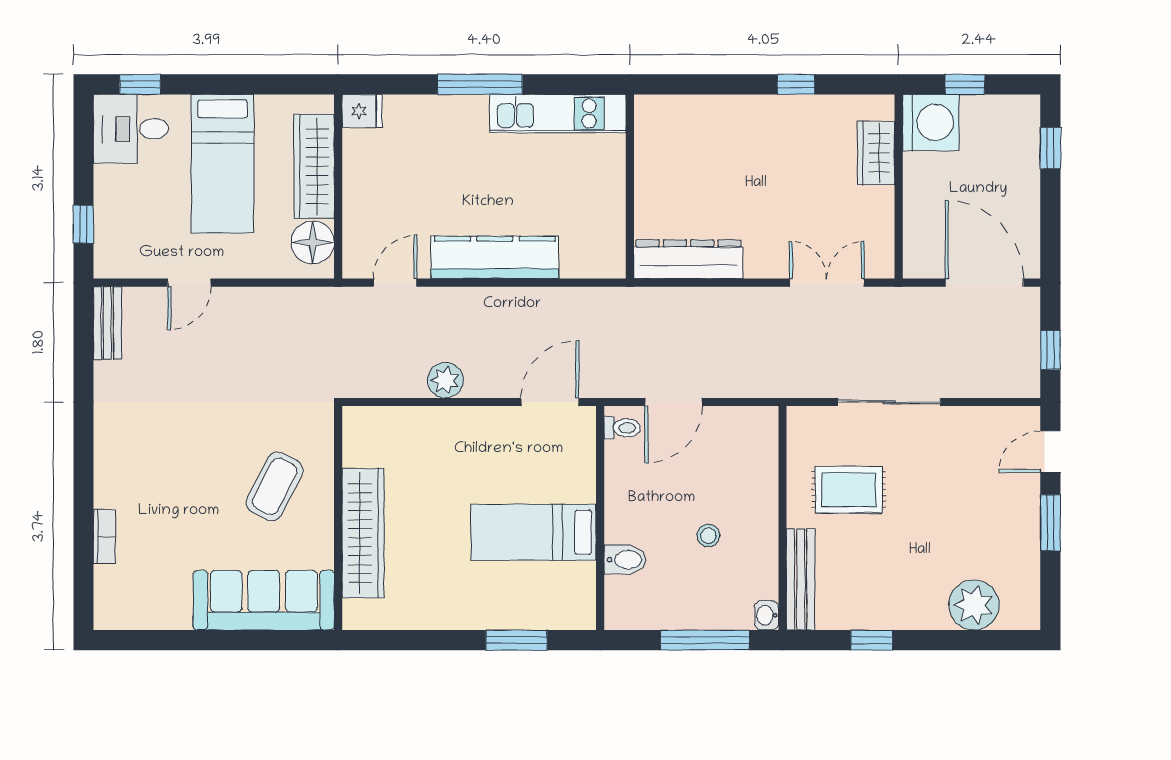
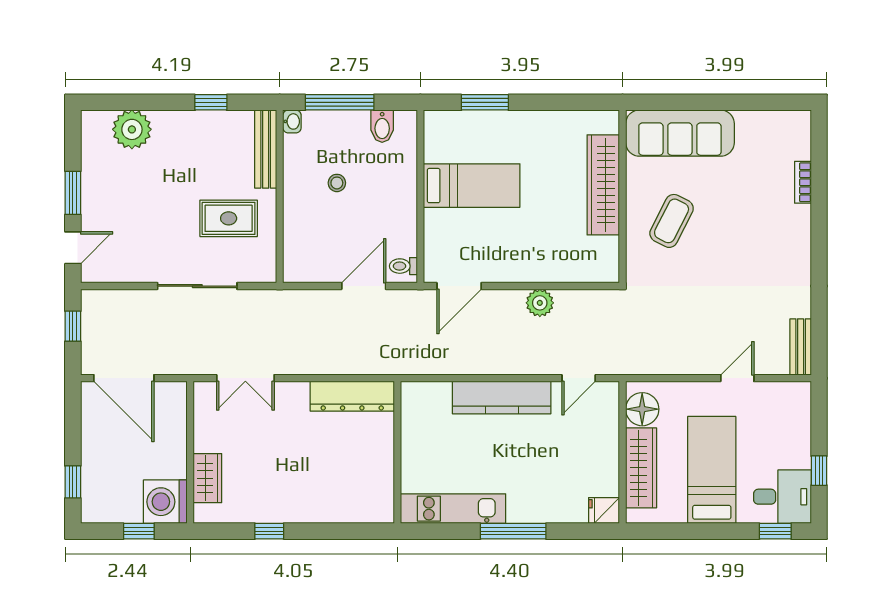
window: (83, 224) -> (819, 471), moved
bidet: (625, 560) -> (382, 126), moved, turned -90

